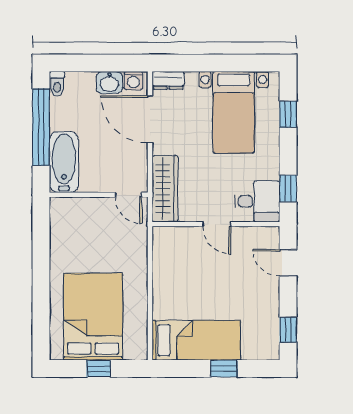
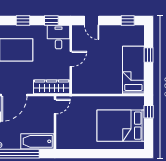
window: (288, 114) -> (23, 20), moved
door: (288, 263) -> (92, 20), hinge flipped
window: (98, 369) -> (149, 112), moved

